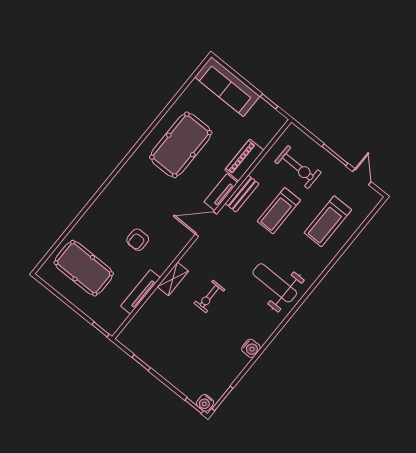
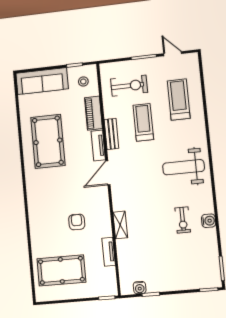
stool: (263, 124) -> (83, 81), added
treadmill: (279, 211) -> (143, 122), turned 180
treadmill: (328, 221) -> (179, 100), turned 180
armchair: (138, 240) -> (77, 222), turned 180
tv unit: (140, 292) -> (109, 252), width x0.71
exercise bike: (209, 296) -> (183, 220), moved
water cooler: (205, 403) -> (140, 288), moved

